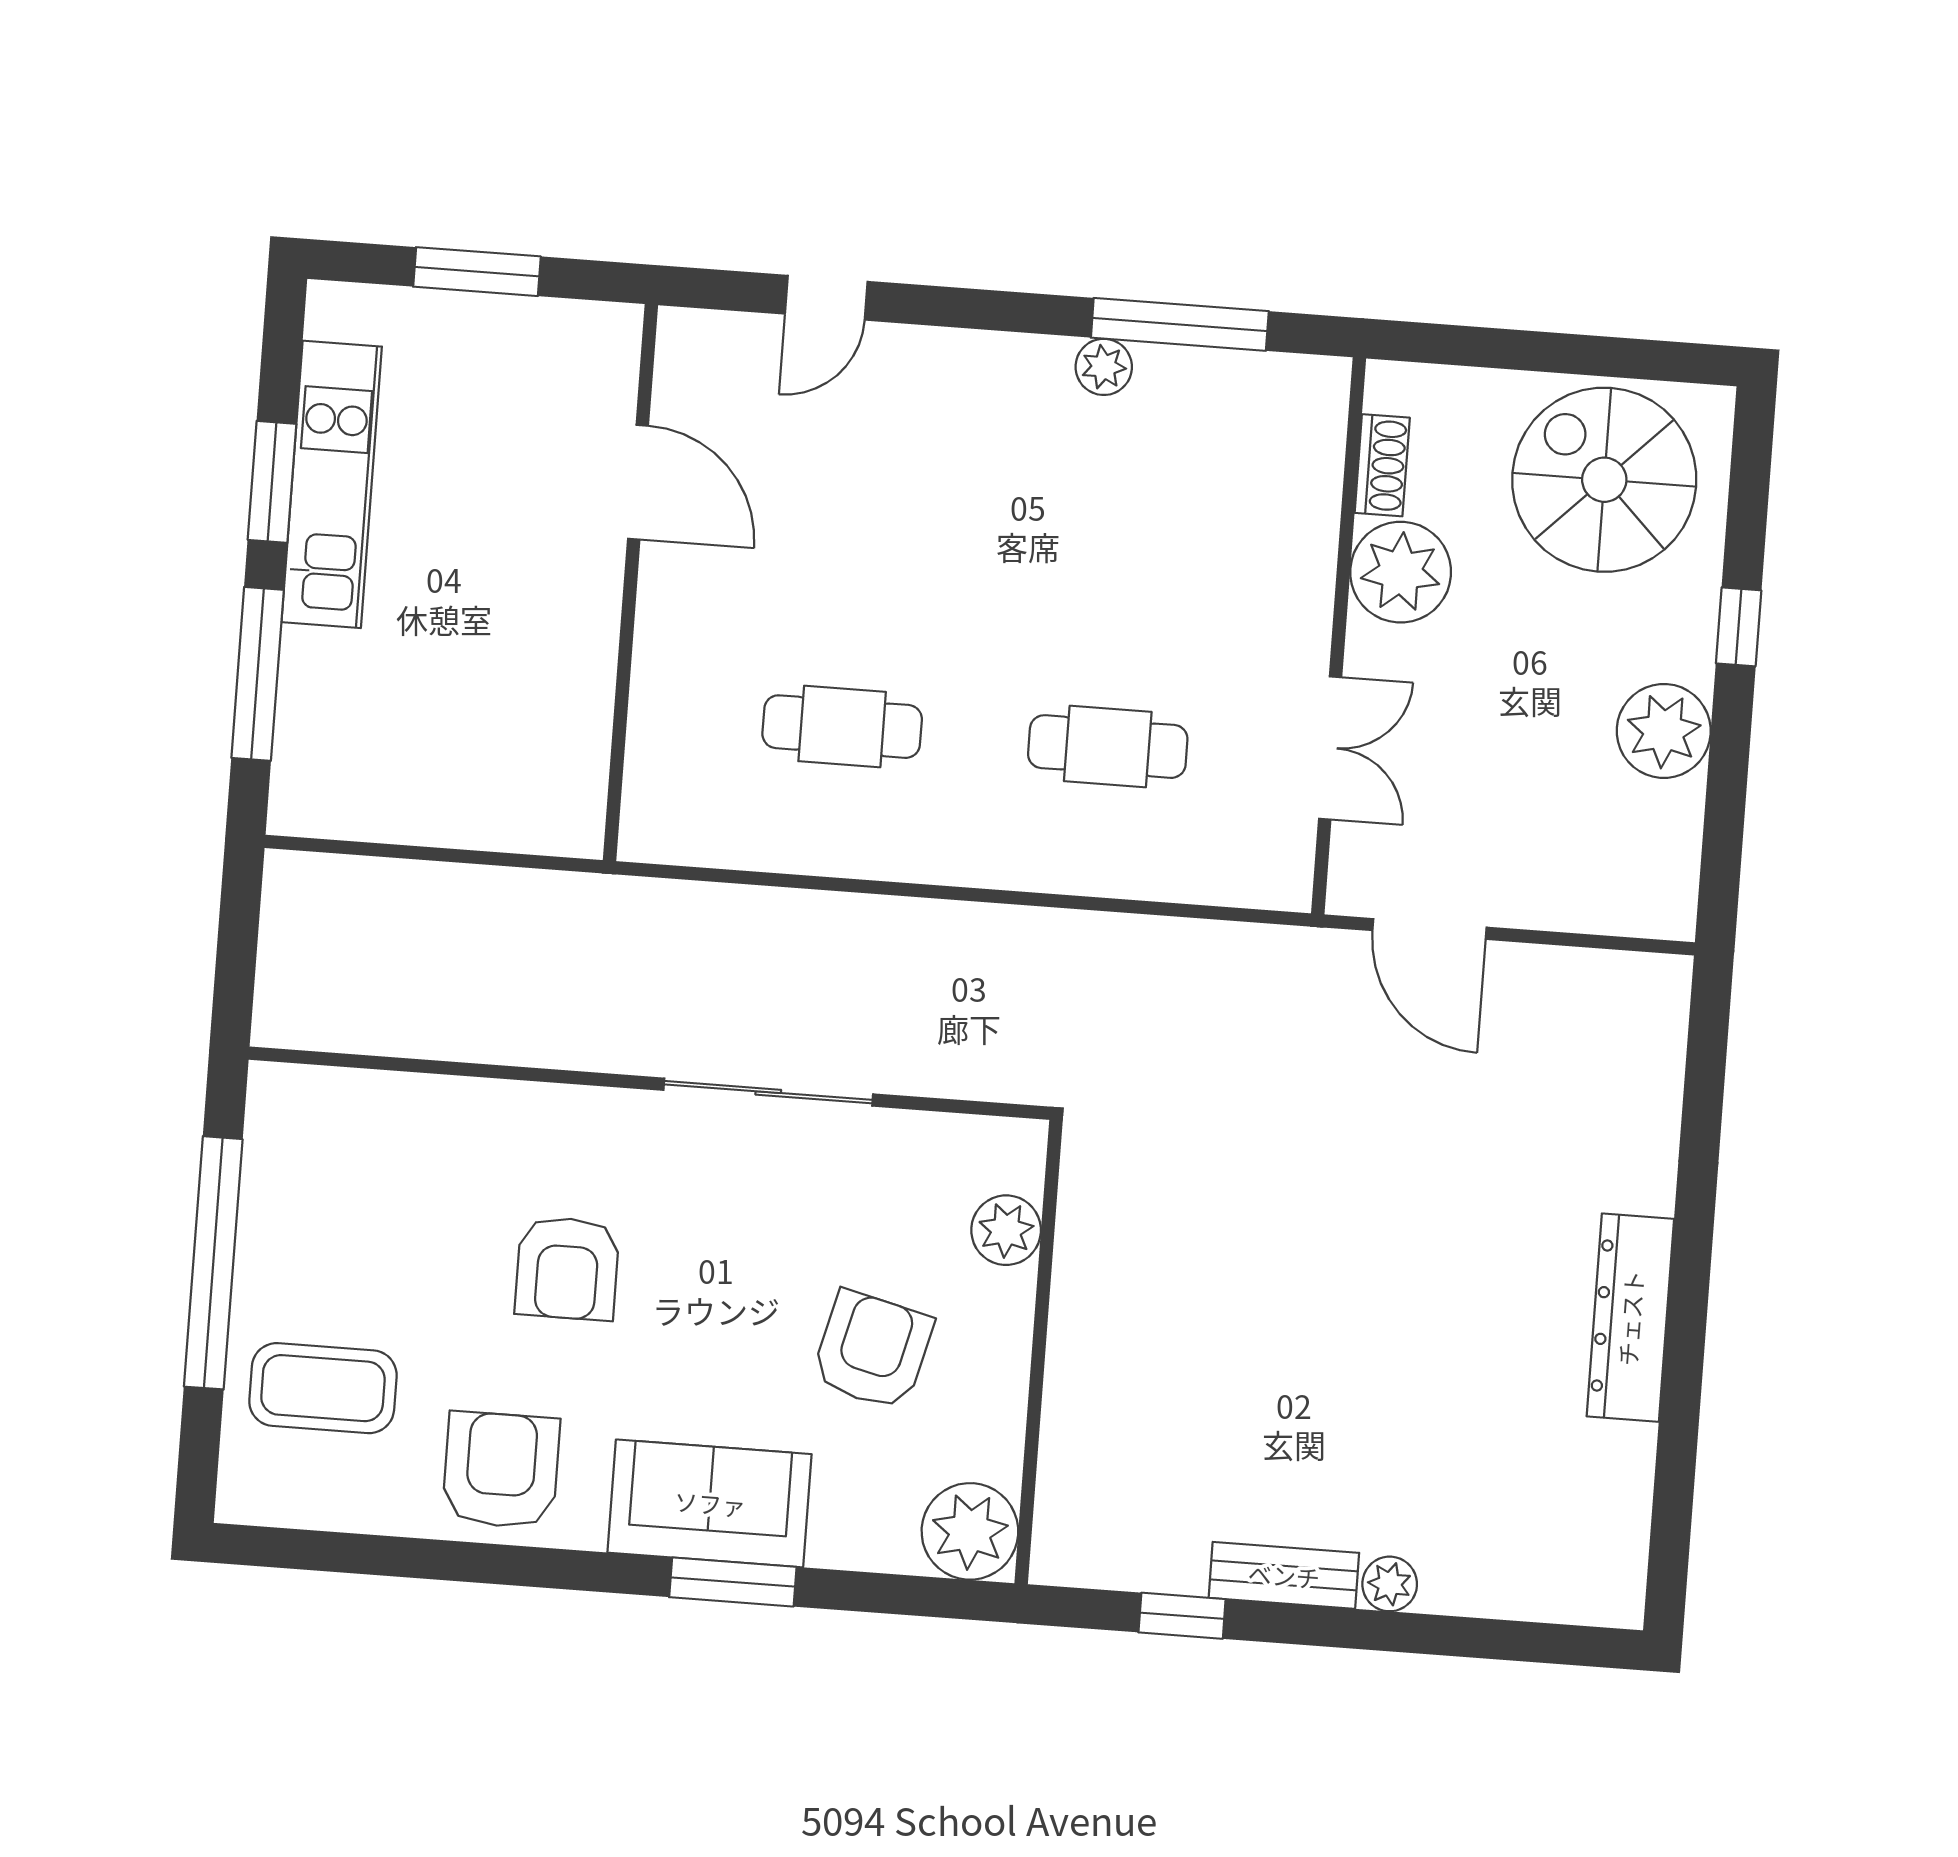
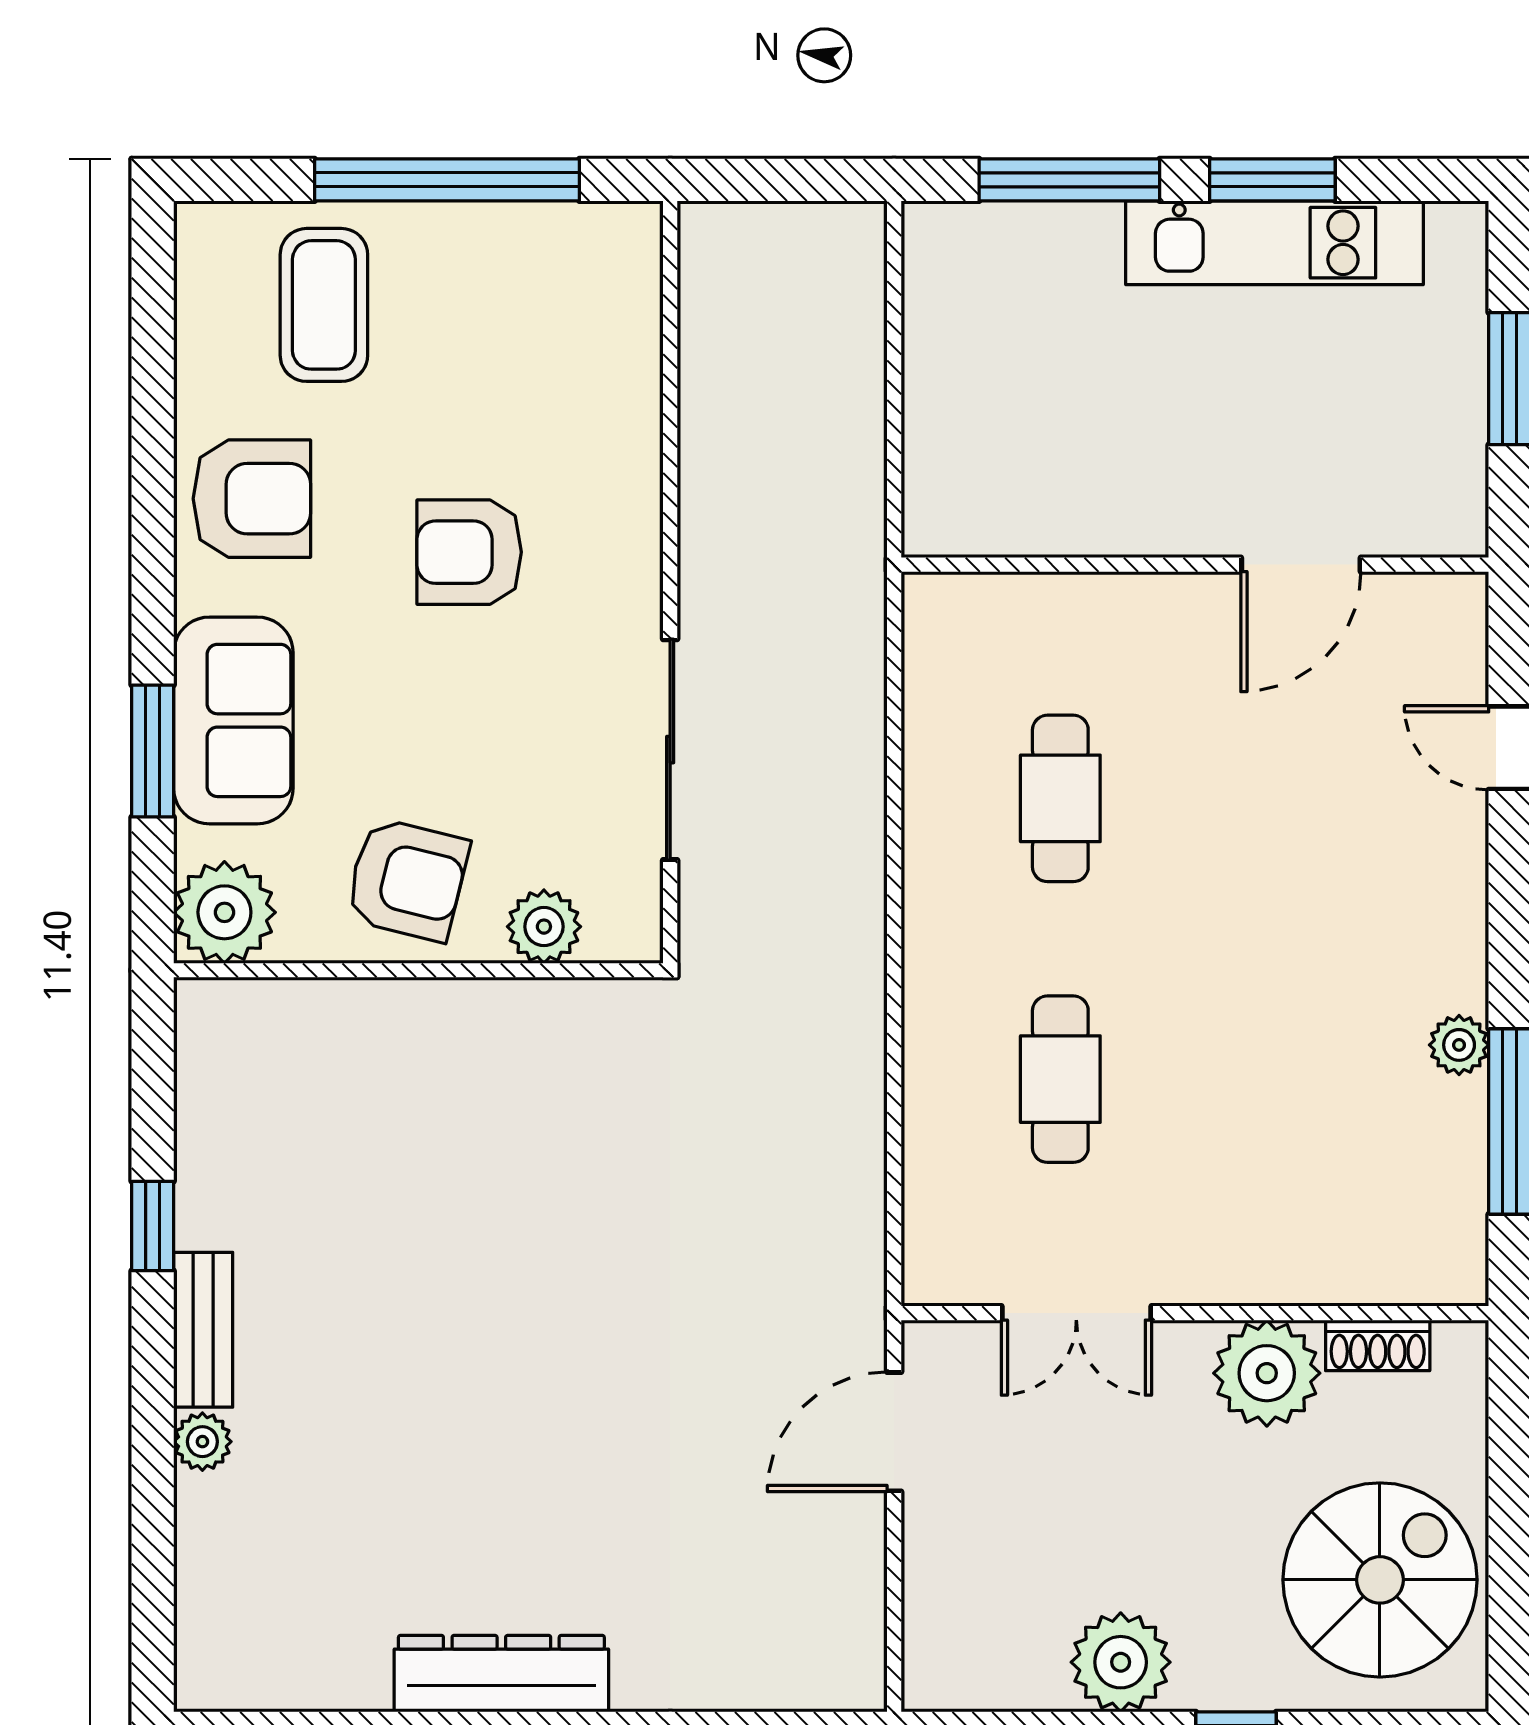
plant: (1006, 1230) -> (544, 927), moved
wall: (1038, 1352) -> (418, 970), moved
plant: (970, 1531) -> (224, 912), moved

